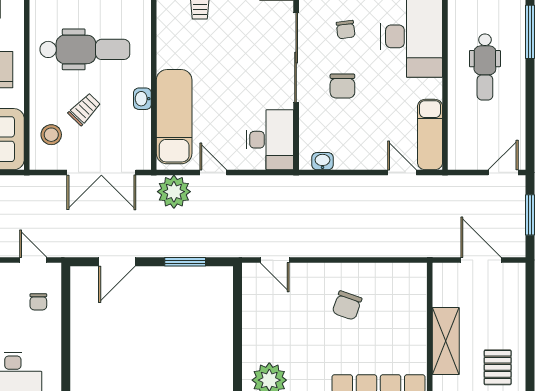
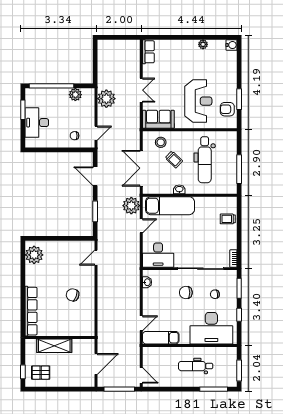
window: (530, 215) -> (119, 389), width x1.44

